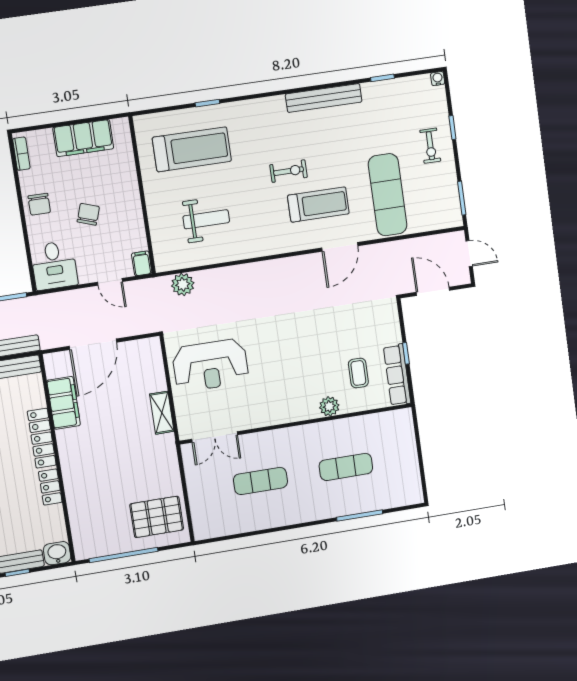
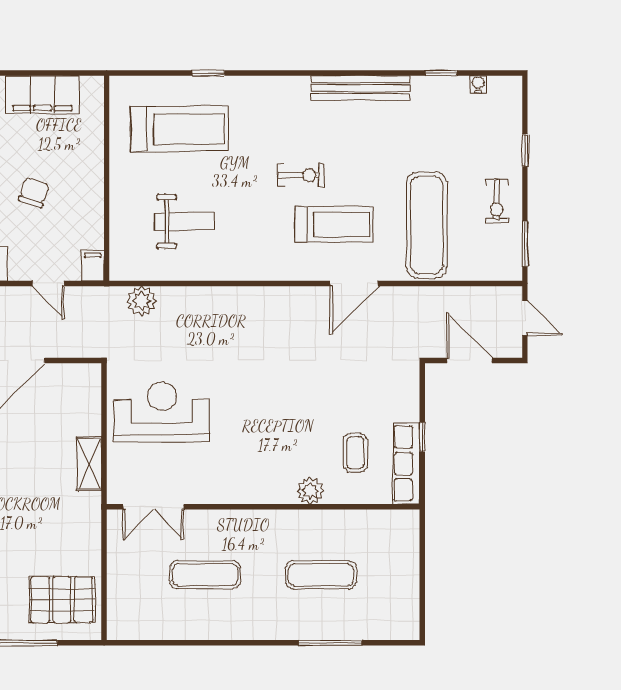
water cooler: (438, 79) -> (478, 84), moved
exercise bike: (430, 146) -> (497, 201), moved
reception desk: (210, 365) -> (162, 412), turned 180

